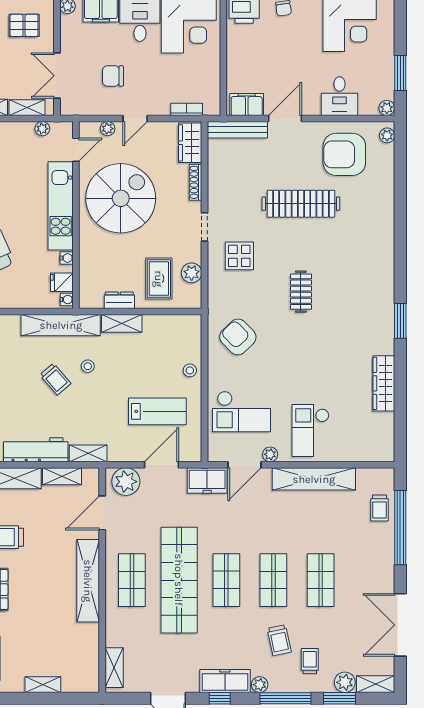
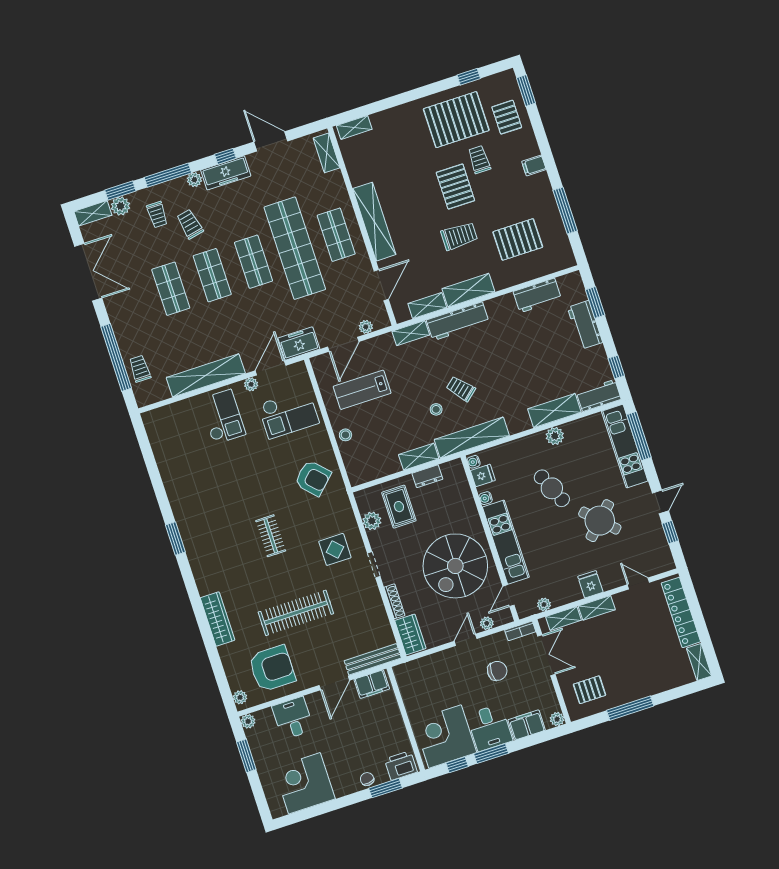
bookcase: (187, 109) -> (520, 631), moved
wardrobe: (384, 383) -> (218, 619), moved
checkout: (241, 412) -> (288, 414), turned 180
plant: (126, 482) -> (366, 327), width x0.53, depth x0.53
shelving: (43, 685) -> (354, 127), moved

